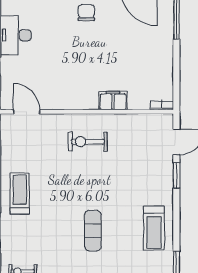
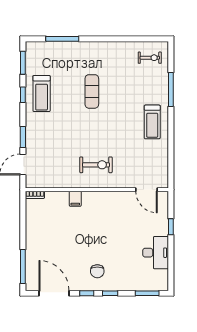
filing cabinet: (113, 101) -> (75, 199), width x0.50
window: (176, 227) -> (23, 95), added
treadmill: (154, 228) -> (42, 93), turned 180

